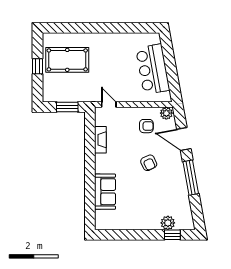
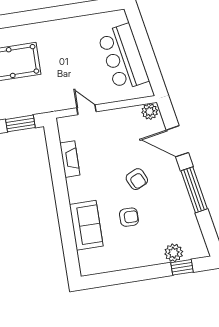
door: (109, 105) -> (86, 110), moved
armchair: (146, 126) -> (129, 217), moved

